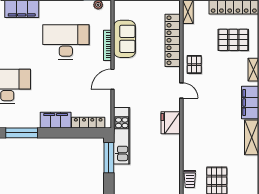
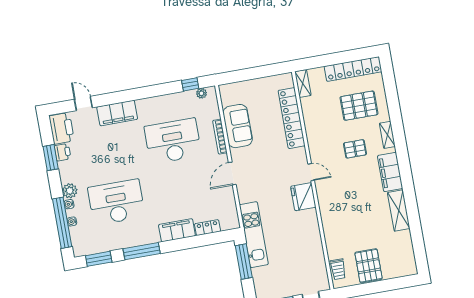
pallet: (194, 65) -> (355, 149), moved, turned 90
locker: (88, 123) -> (207, 228), width x0.66
fridge: (171, 123) -> (303, 197), moved

